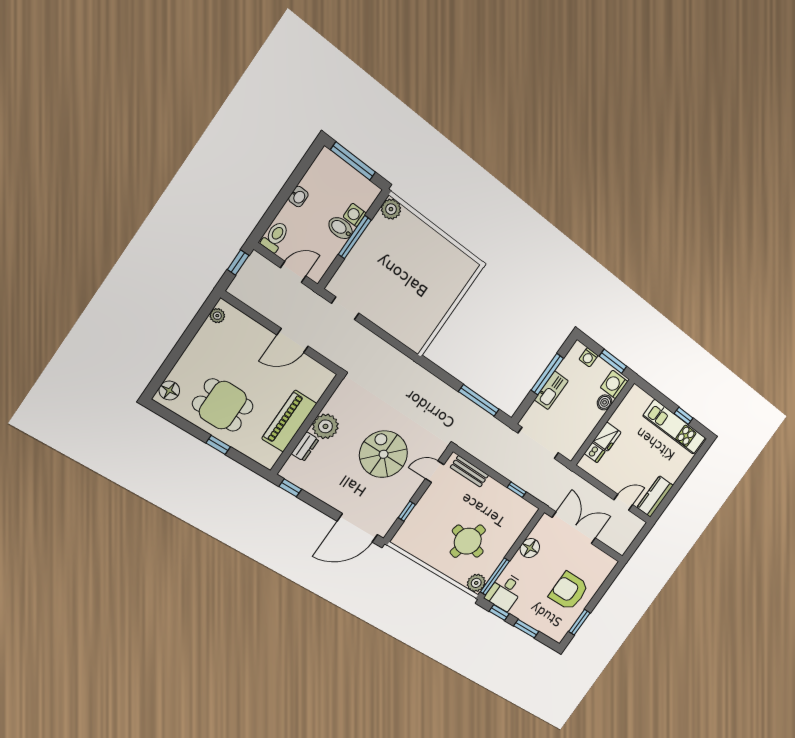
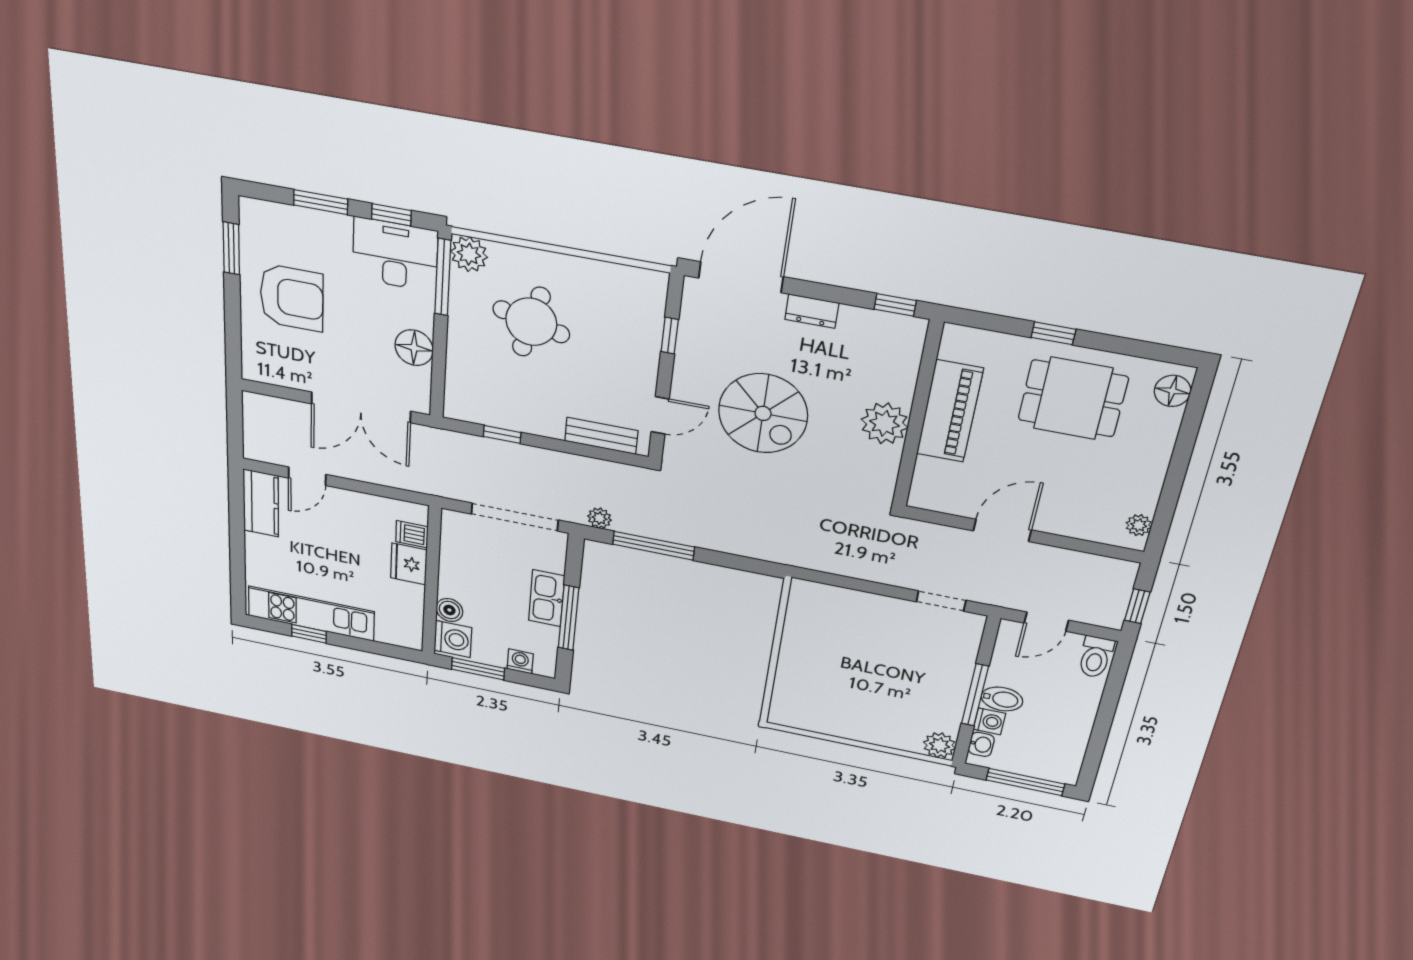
washbasin: (298, 197) -> (981, 744), moved, turned 180
plant: (497, 427) -> (599, 518), added
dresser: (305, 447) -> (812, 311), moved, turned -90
desk: (505, 592) -> (395, 255), width x1.37

